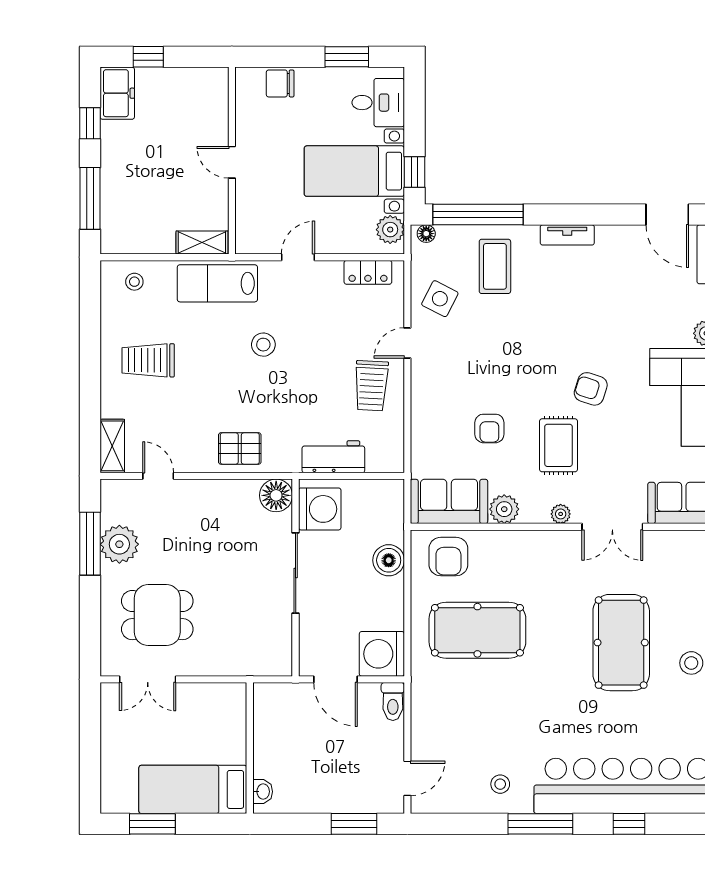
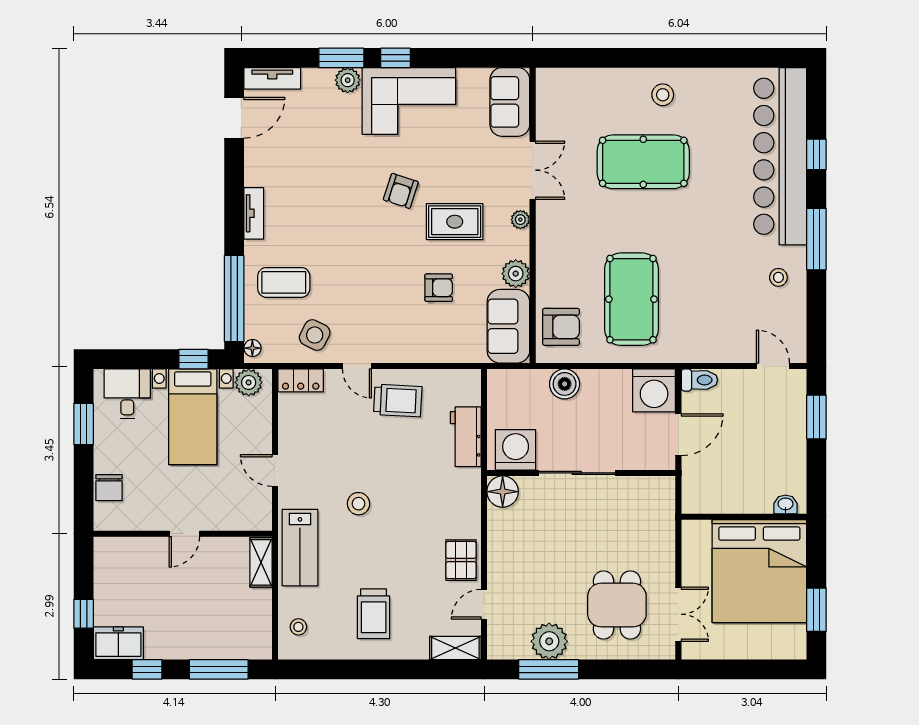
locker: (368, 272) -> (301, 380), moved, turned 90
pallet: (240, 448) -> (461, 560), moved
bed: (193, 789) -> (759, 571), width x2.04

